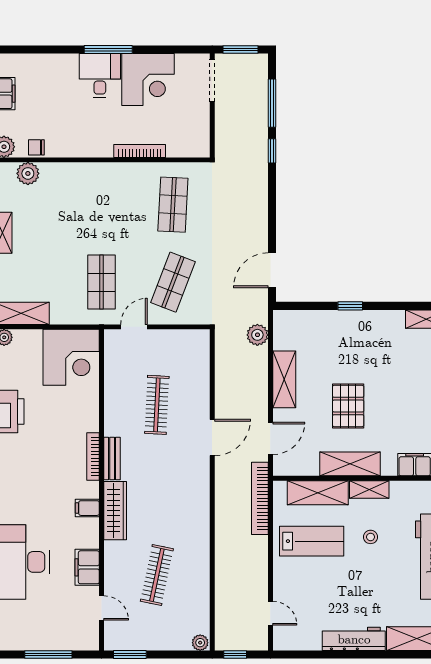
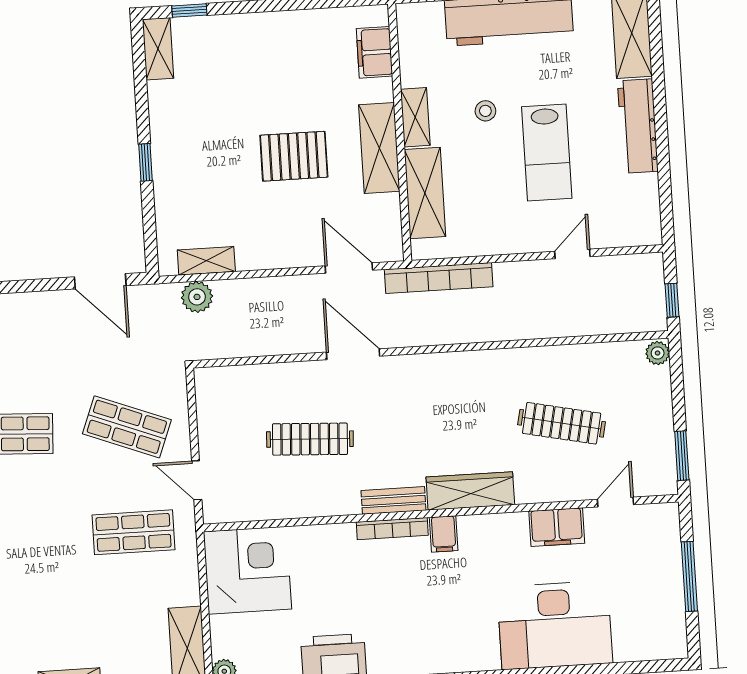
shelving: (284, 379) -> (206, 261), moved, width x0.67, depth x0.75
filing cabinet: (87, 508) -> (444, 534), moved
lab bench: (312, 541) -> (547, 152), moved, turned 180
door: (270, 613) -> (572, 254), moved

